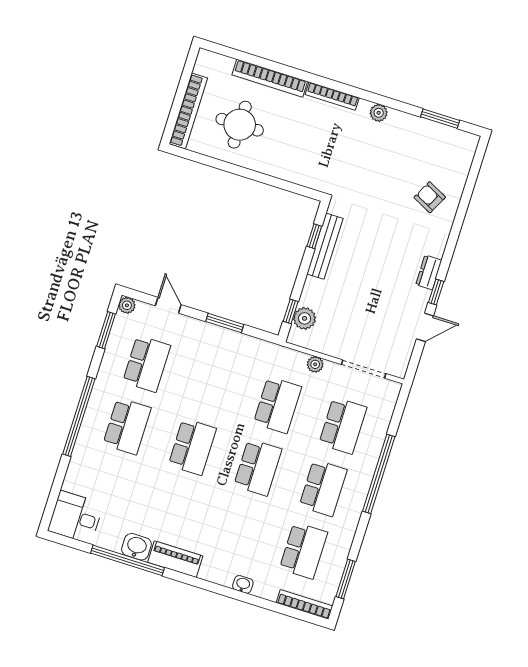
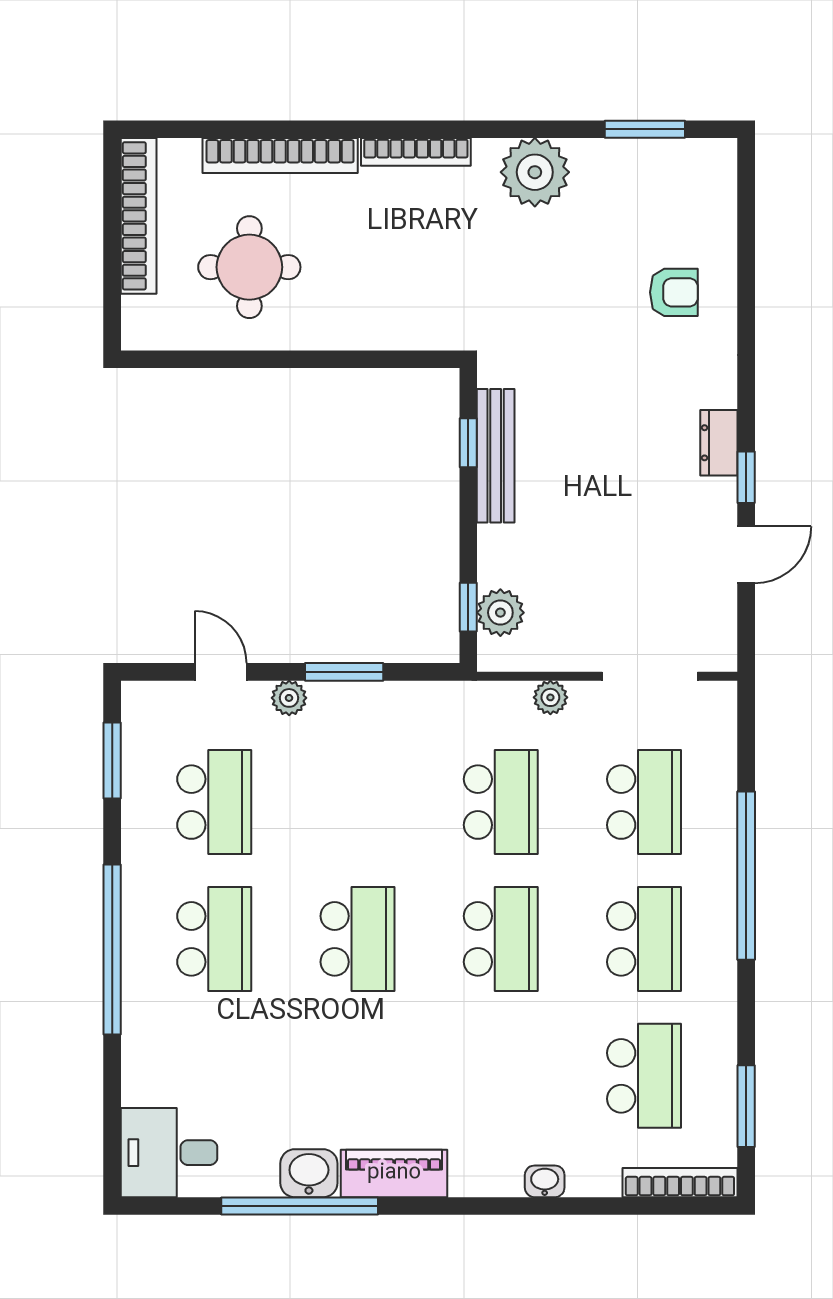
bookcase: (188, 111) -> (139, 216), moved
plant: (379, 113) -> (535, 172), width x1.88, depth x1.88
armchair: (430, 197) -> (674, 292), turned 153
plant: (127, 305) -> (289, 698), moved

